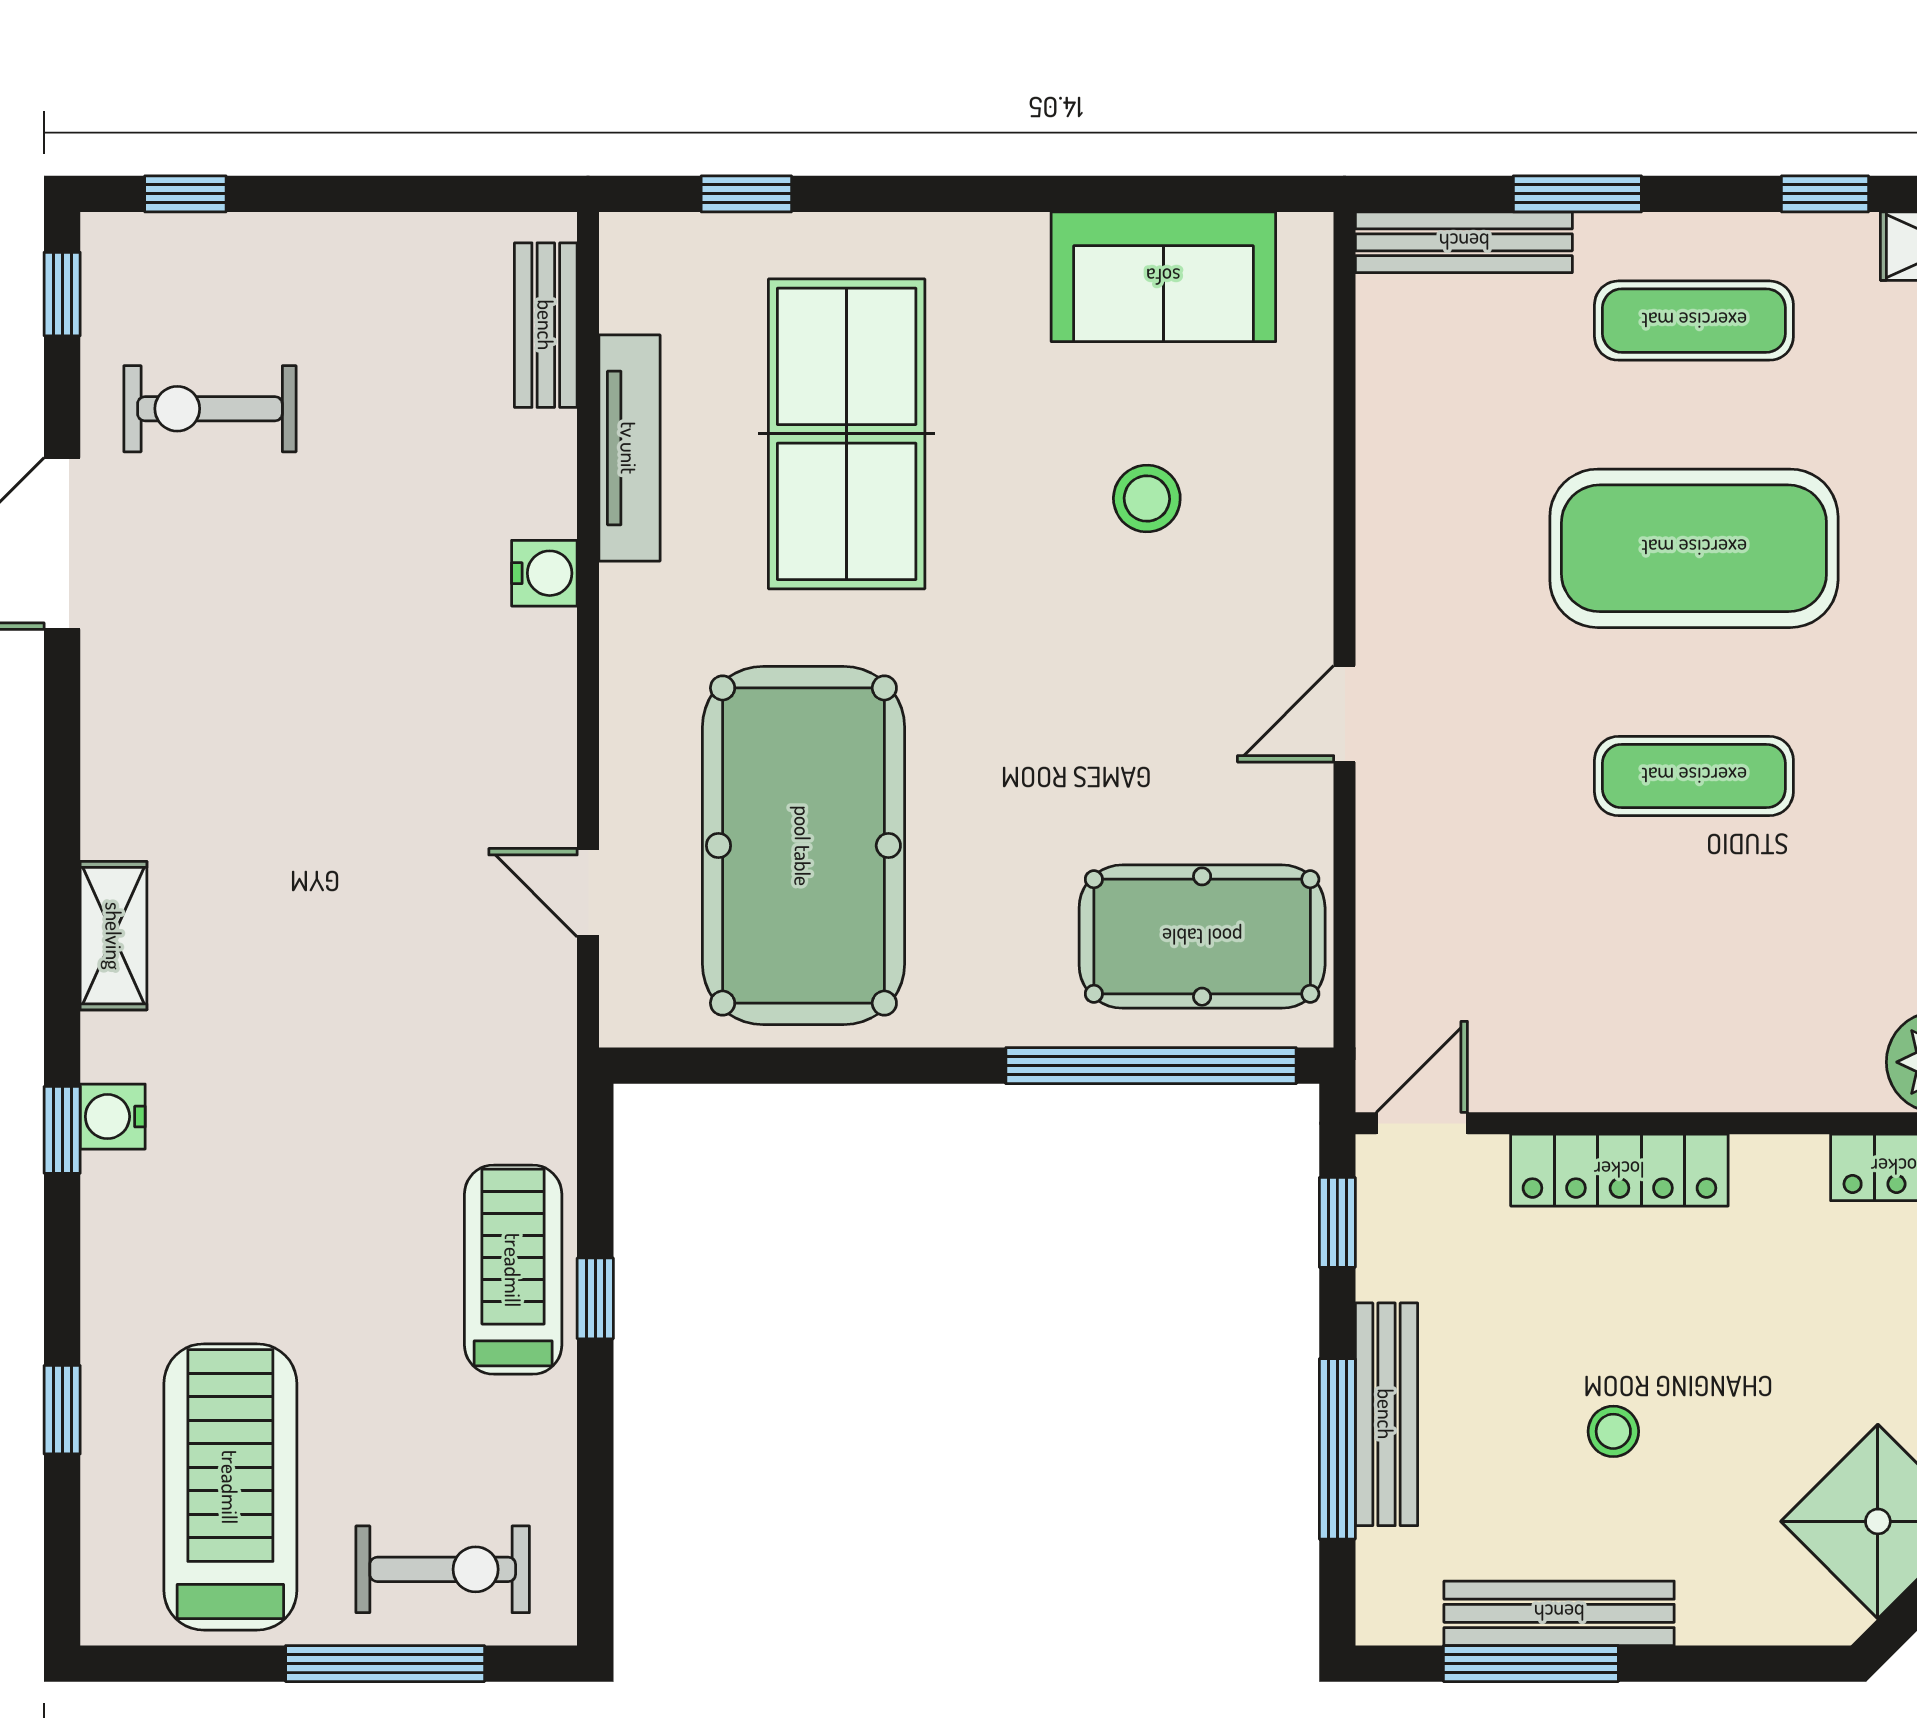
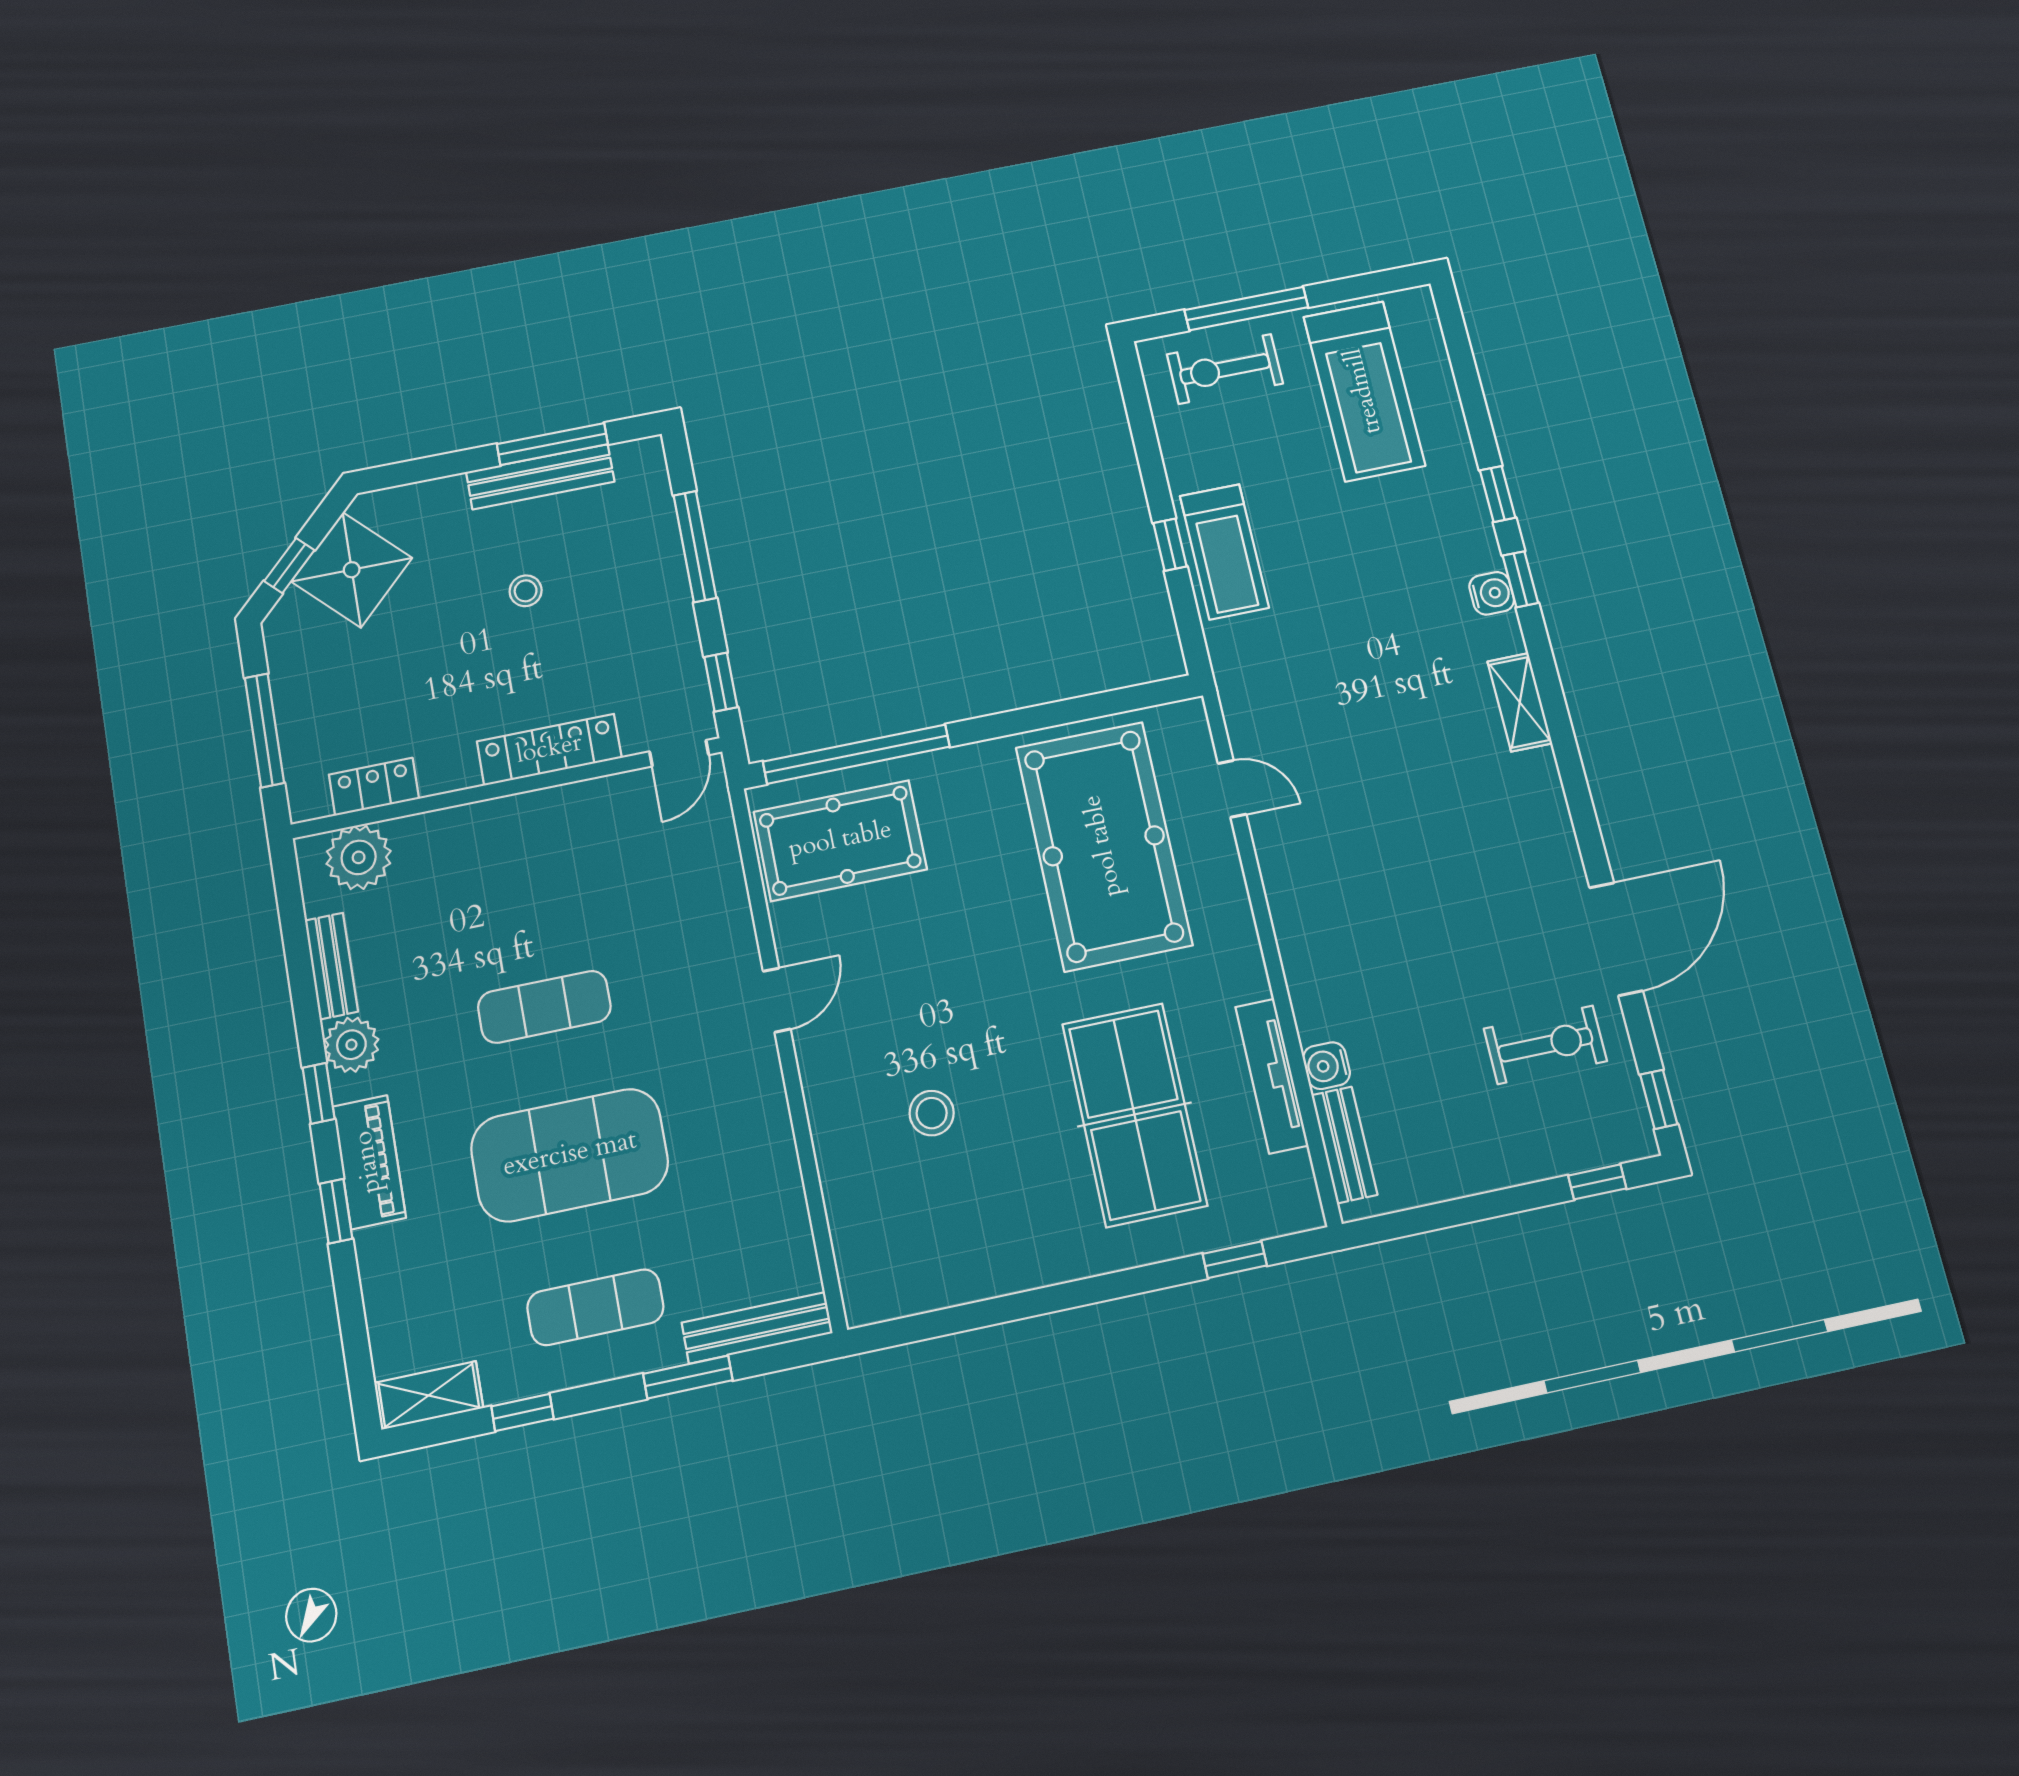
sofa: (1163, 277) -> (950, 1262), removed
water cooler: (544, 573) -> (1326, 1066), moved
window: (62, 1410) -> (1498, 494), moved
bench: (1386, 1414) -> (668, 573), removed

